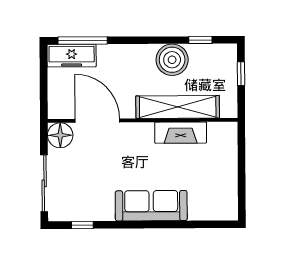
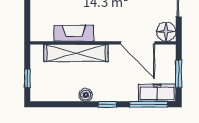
window: (200, 40) -> (107, 104), moved
boiler: (172, 60) -> (86, 95), width x0.54, depth x0.54
window: (44, 81) -> (179, 74), added

